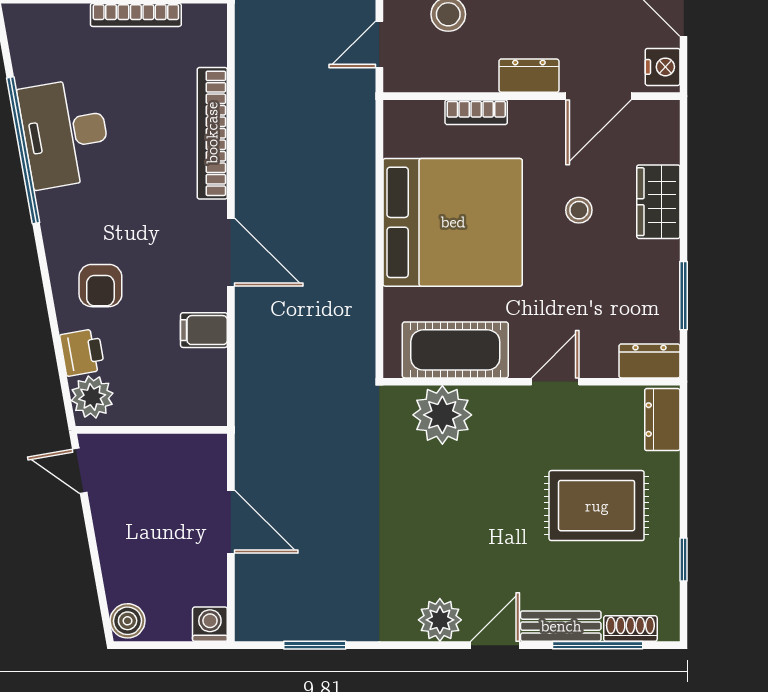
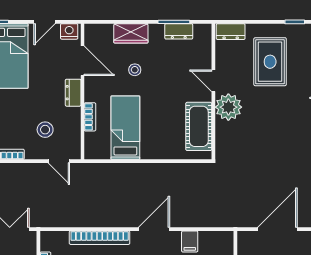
bed: (453, 222) -> (125, 128), width x0.49
dresser: (649, 361) -> (179, 31), moved, turned -90
plant: (442, 415) -> (228, 107), moved
door: (231, 522) -> (277, 229), width x1.36

